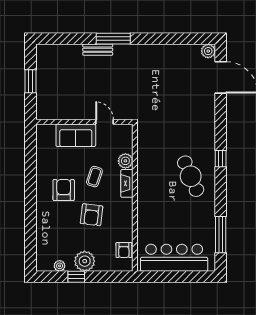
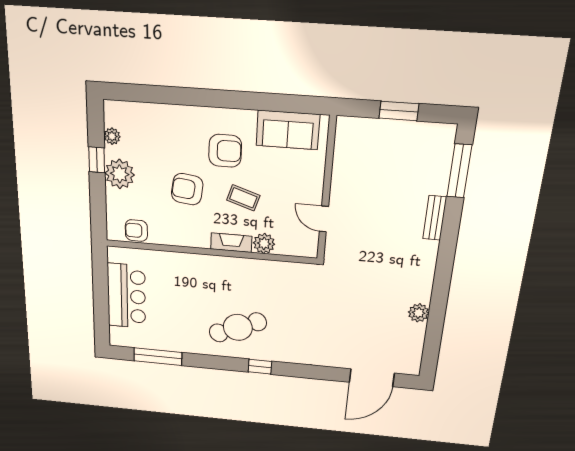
window: (113, 39) -> (459, 171), moved
plant: (208, 51) -> (419, 313), moved
door: (105, 122) -> (324, 219), swing flipped
sofa: (76, 135) -> (288, 130), moved, turned -90
bar counter: (174, 258) -> (126, 296), width x0.73

